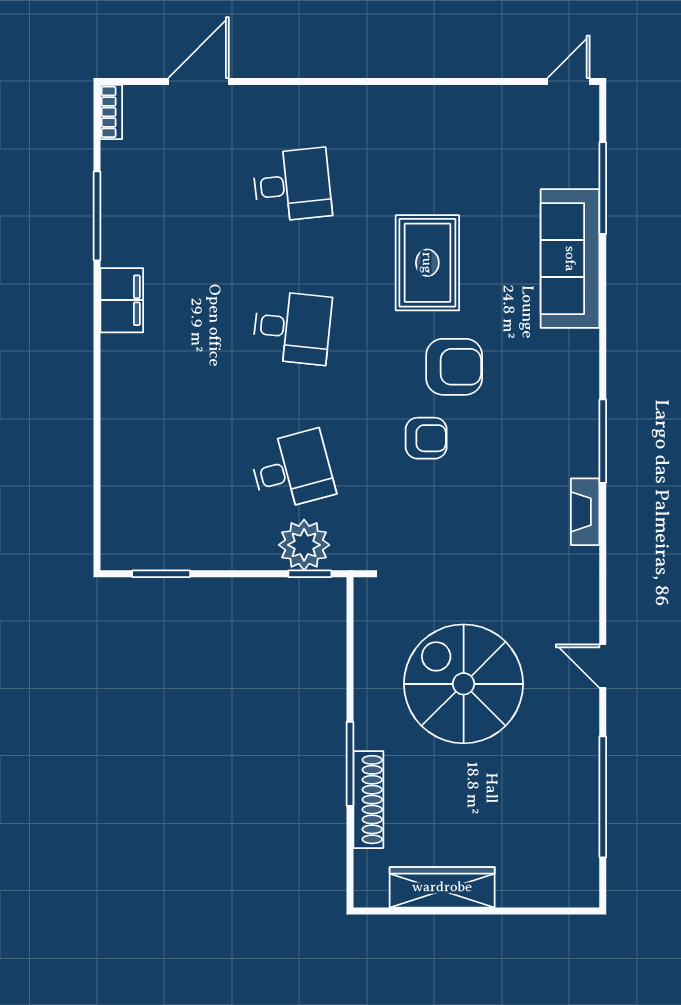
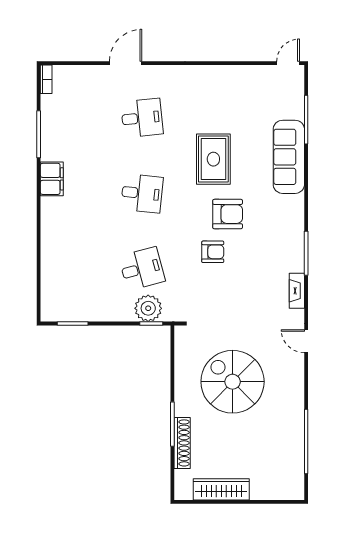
door: (198, 81) -> (126, 63), moved
door: (603, 666) -> (306, 341), moved

